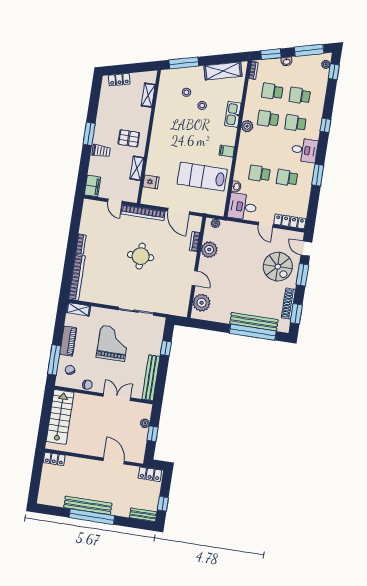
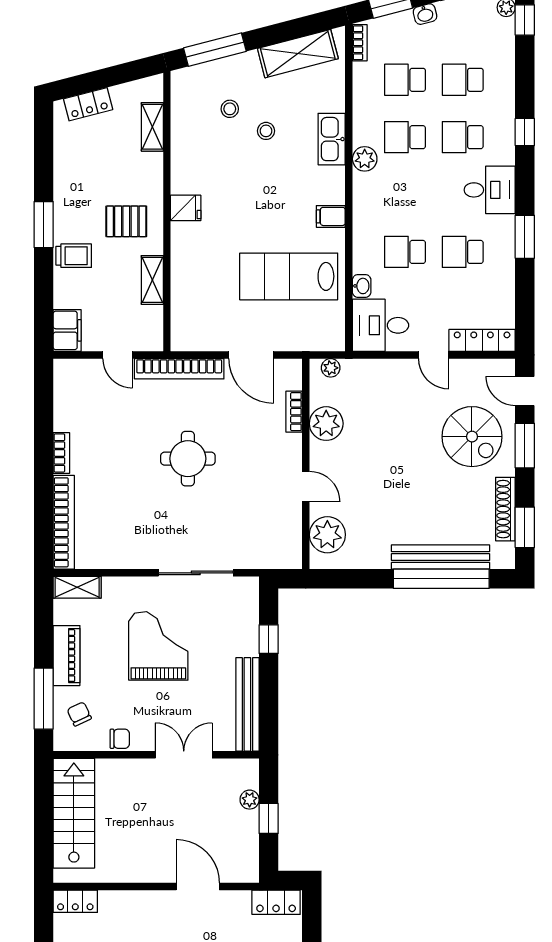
fridge: (151, 182) -> (186, 208), moved

